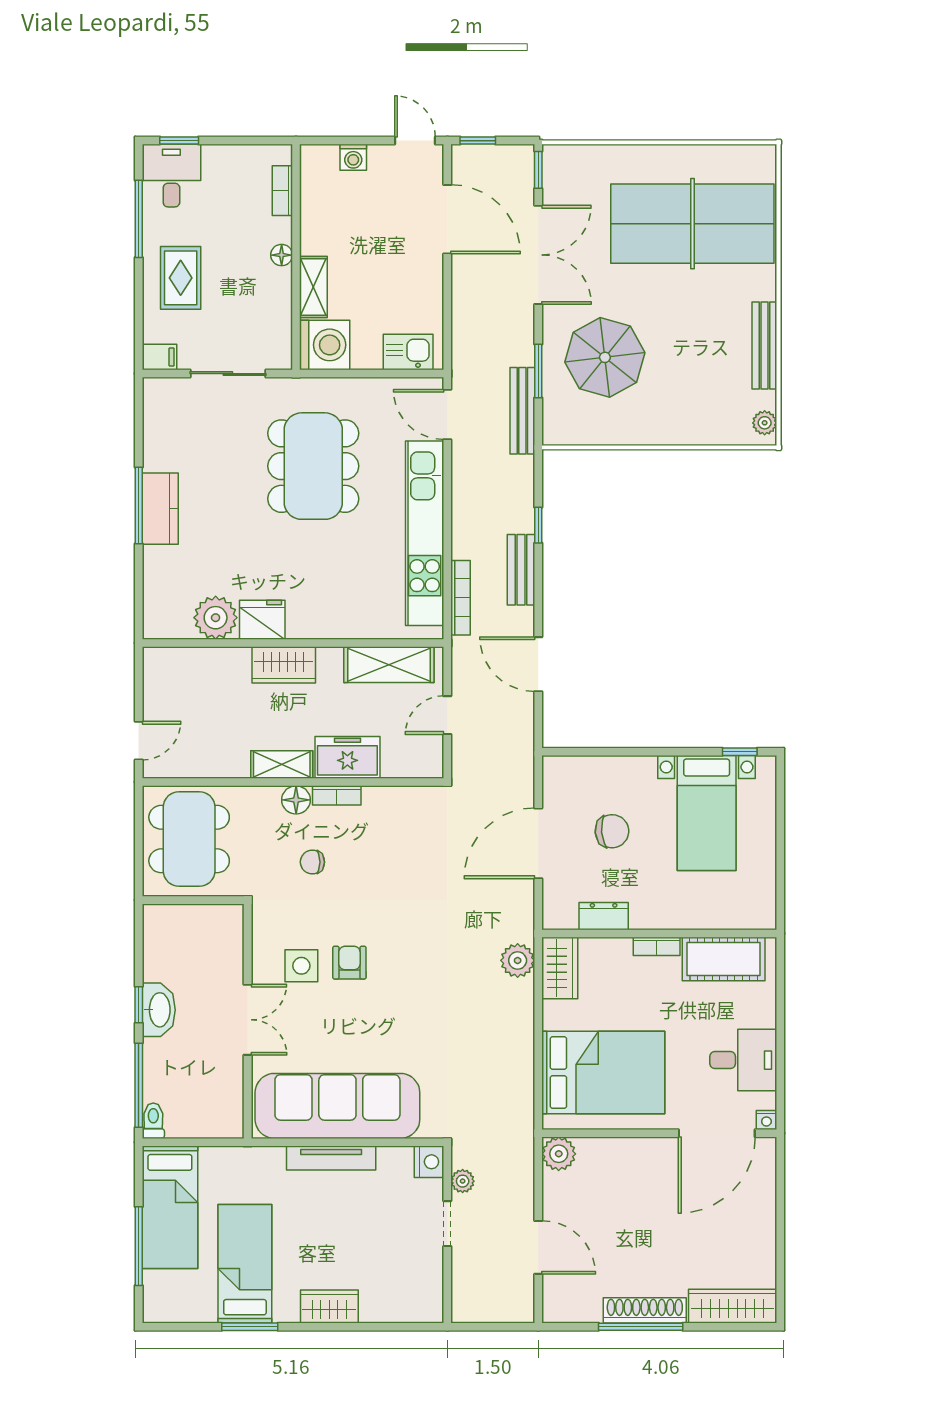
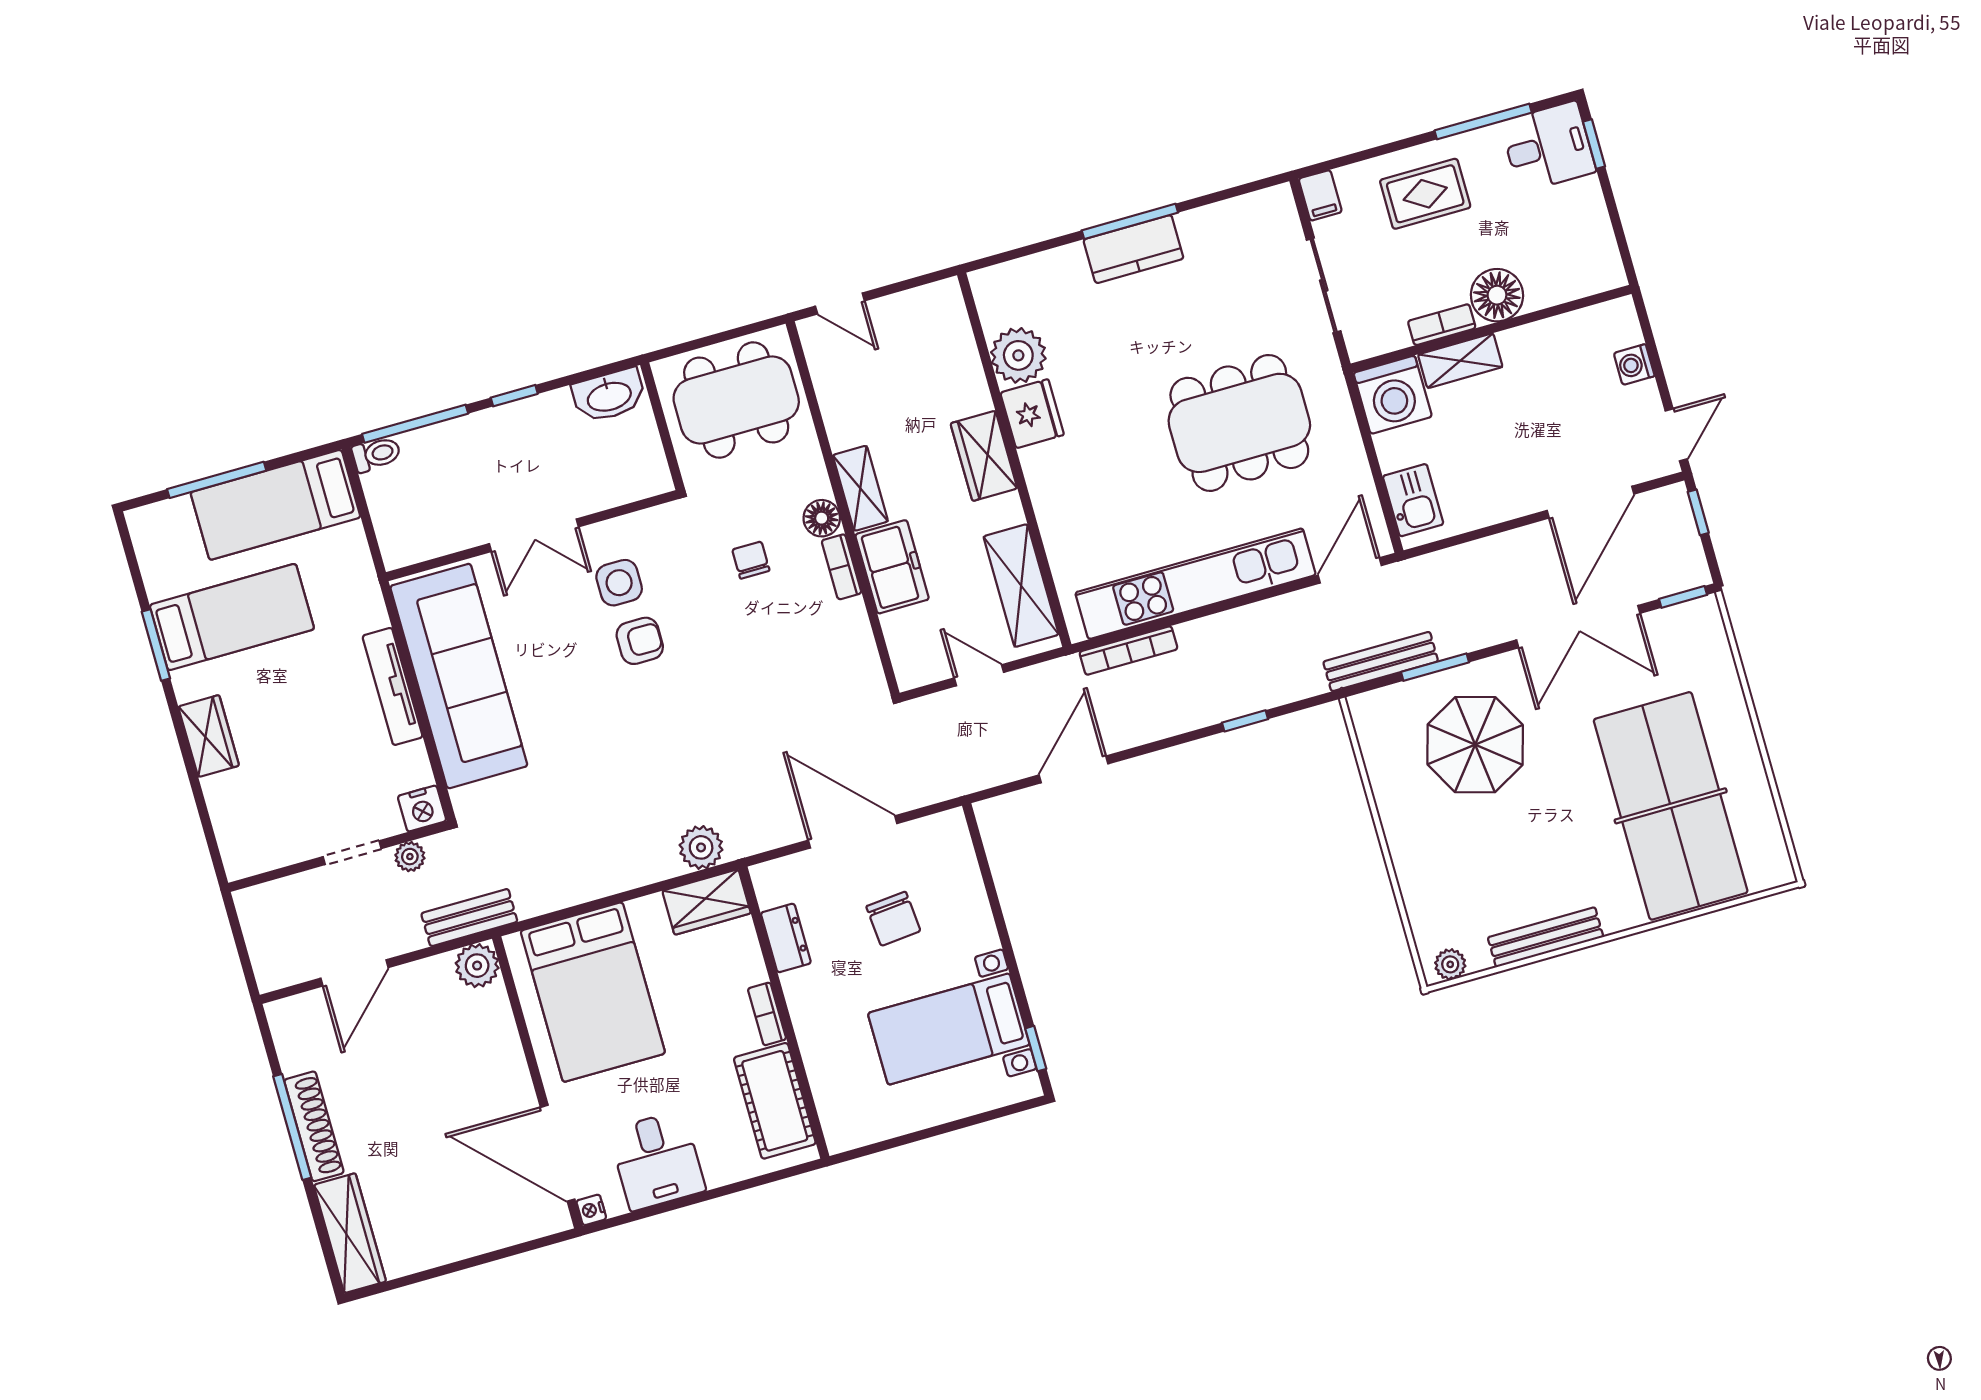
bookcase: (282, 191) -> (1442, 325), moved
floor lamp: (282, 255) -> (1497, 295), width x1.89, depth x1.89
bench: (521, 570) -> (469, 918), moved
washbasin: (159, 1010) -> (609, 396), moved

